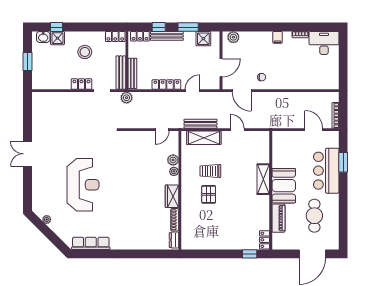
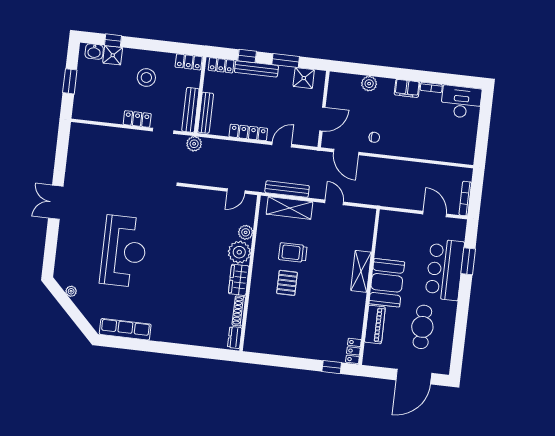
plant: (233, 37) -> (369, 84), moved
filing cabinet: (278, 37) -> (407, 88), width x2.00
plant: (174, 171) -> (239, 252), width x1.87, depth x1.87

